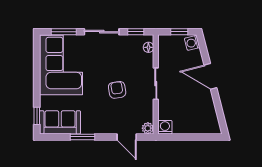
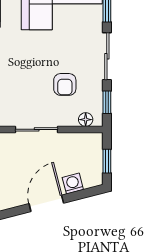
washing machine: (192, 43) -> (73, 183), moved
armchair: (117, 90) -> (65, 84), moved, turned 99

